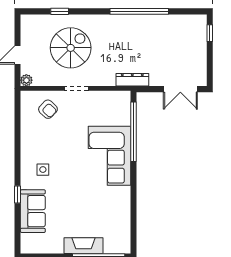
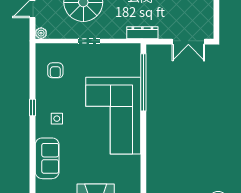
armchair: (48, 109) -> (55, 70), moved, turned 47
corner sofa: (109, 156) -> (113, 116), width x1.36, depth x1.36
window: (17, 195) -> (32, 107), moved

